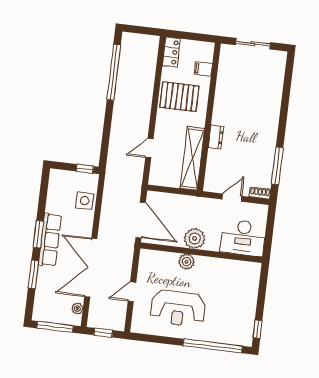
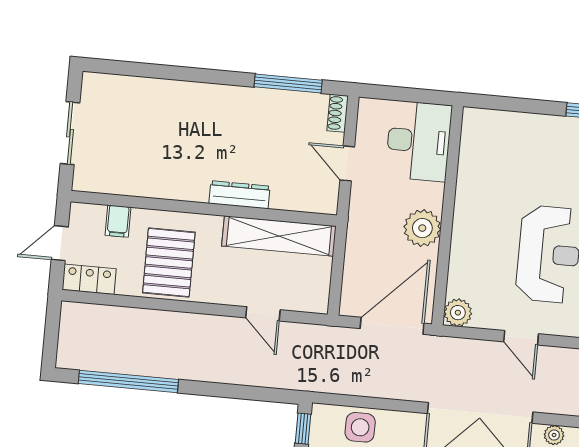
door: (192, 36) -> (60, 243), added
dresser: (216, 137) -> (239, 195), width x1.44
plant: (187, 262) -> (458, 313), moved

